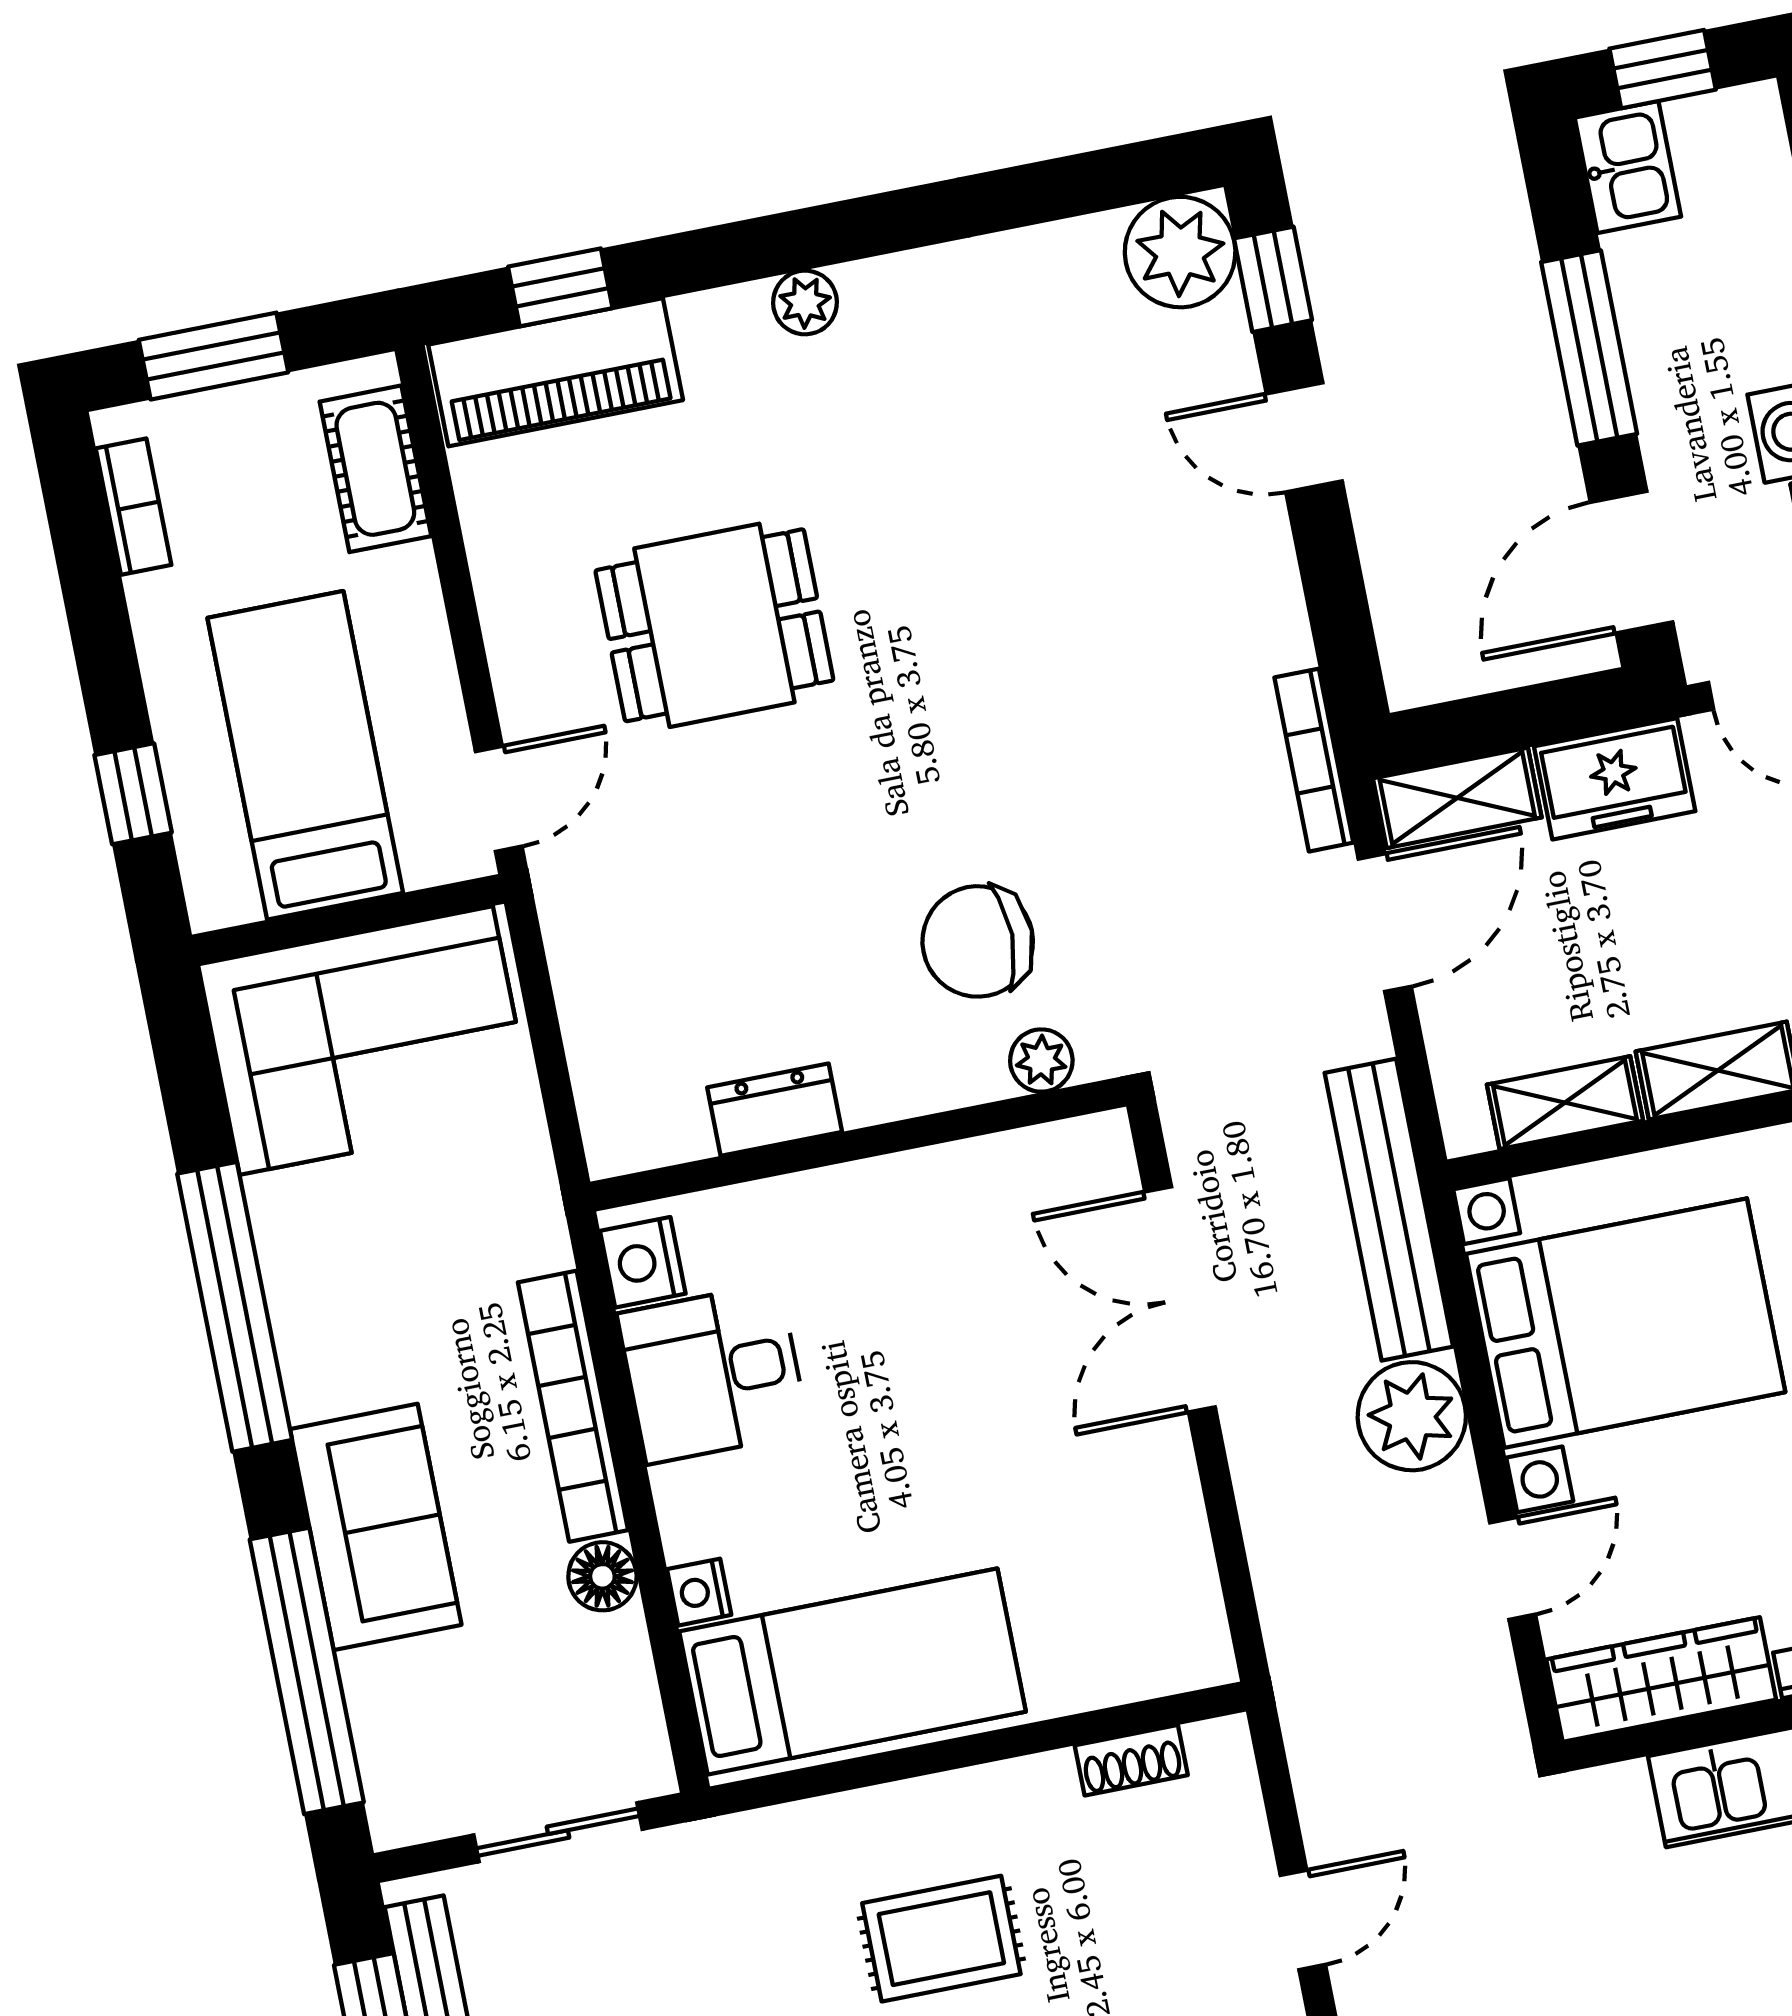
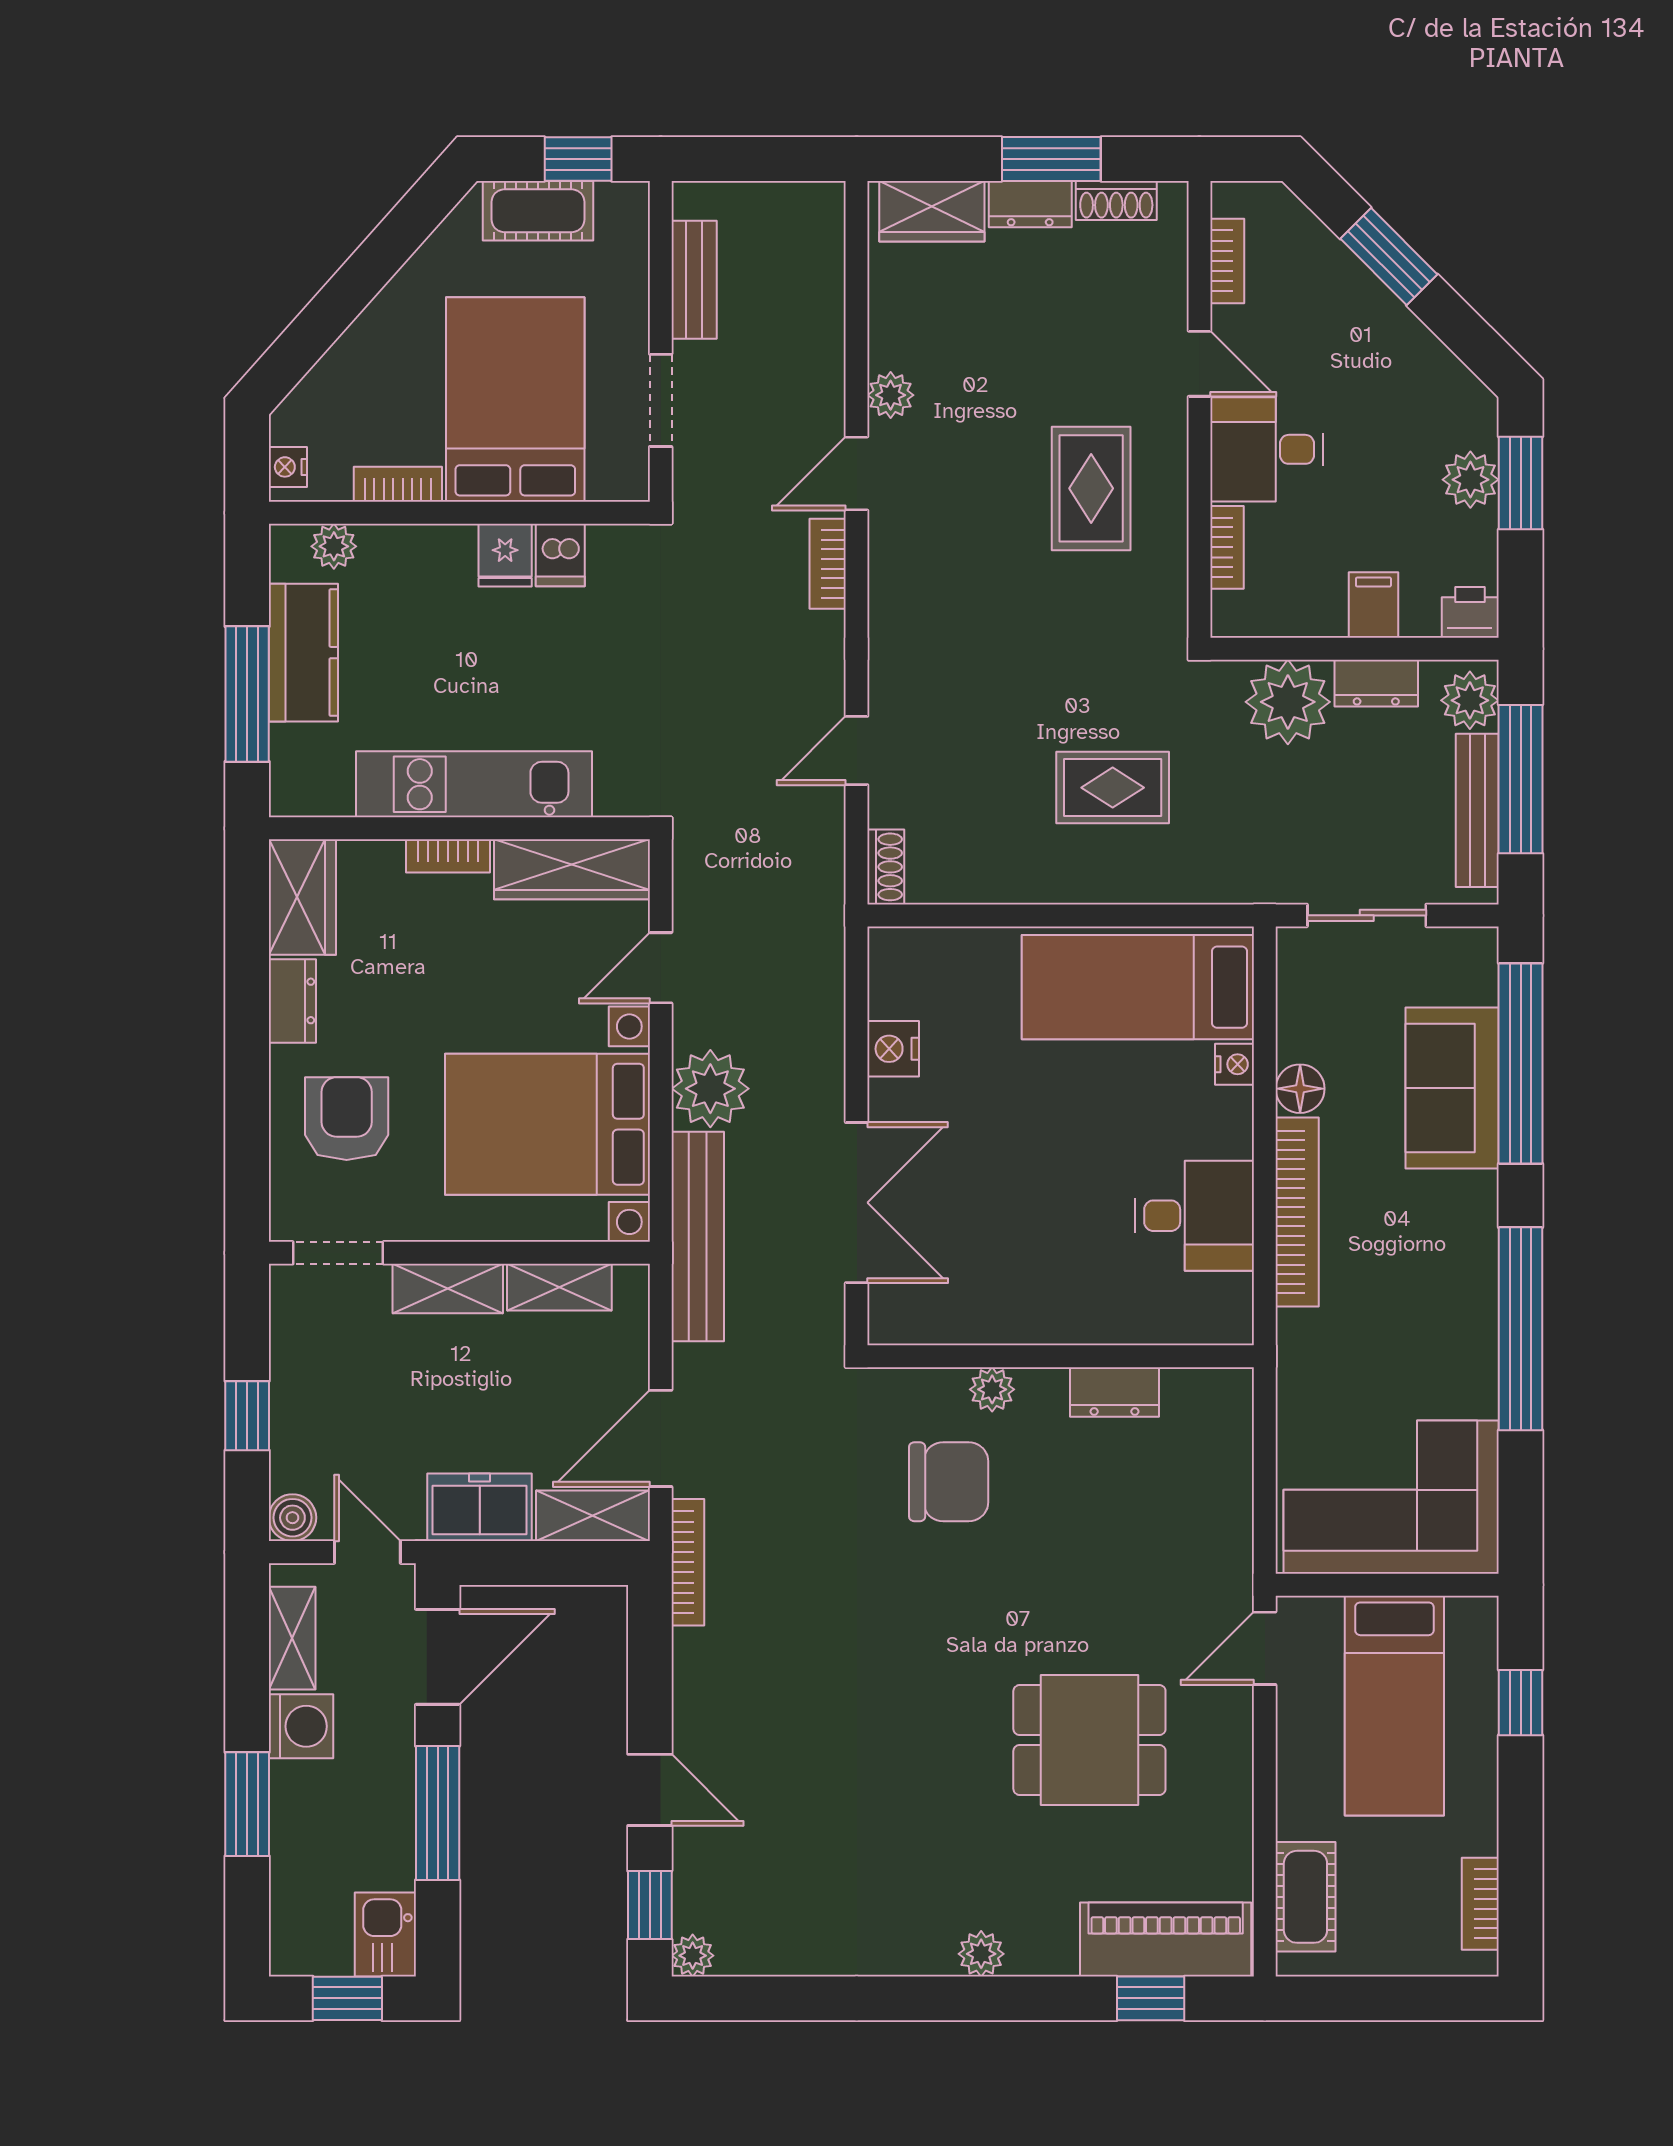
plant: (1180, 252) -> (693, 1956), width x0.53, depth x0.53
window: (214, 356) -> (1403, 1998), removed
plant: (1041, 1061) -> (992, 1389), moved
nightstand: (643, 1262) -> (893, 1049), moved, turned 180
sofa: (376, 1527) -> (1452, 1088), moved
shoe rack: (1131, 1760) -> (886, 867), moved, turned 90

